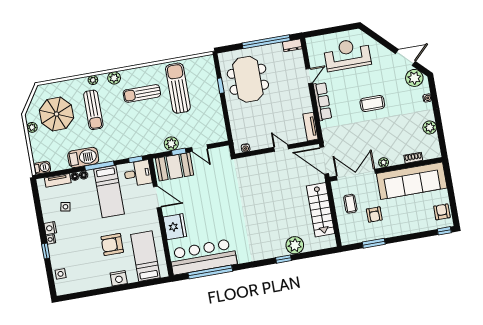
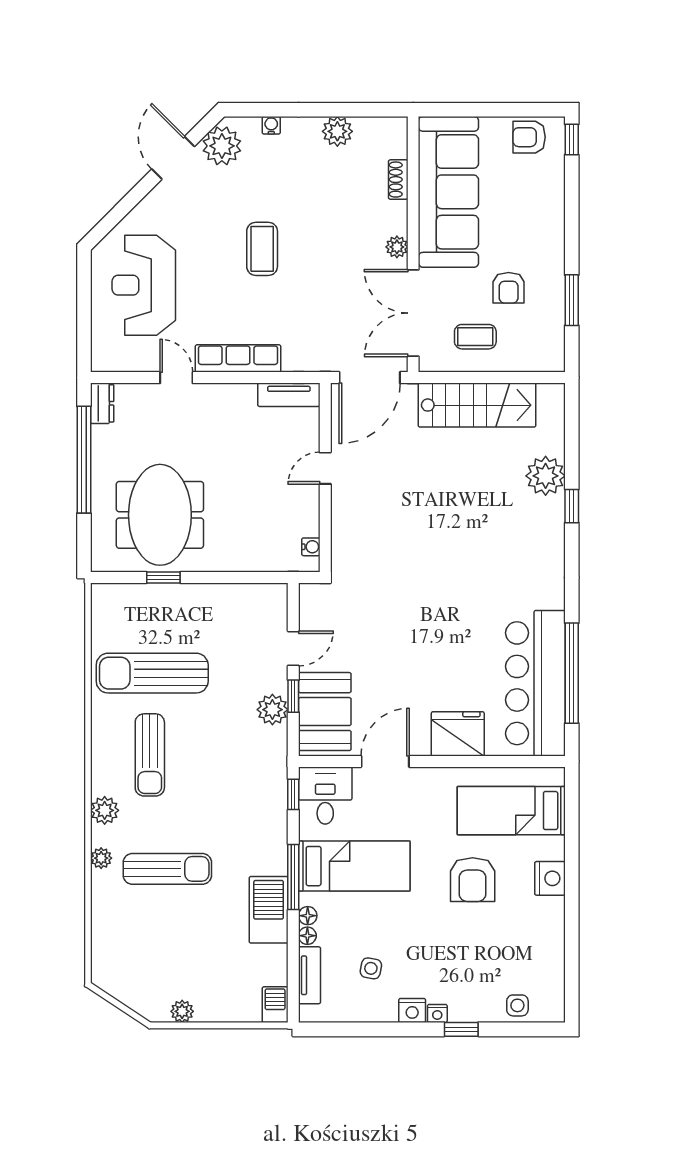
meeting table: (248, 79) -> (160, 515), turned 90
parasol: (57, 114) -> (162, 952), removed
armchair: (374, 215) -> (509, 288), turned 90

